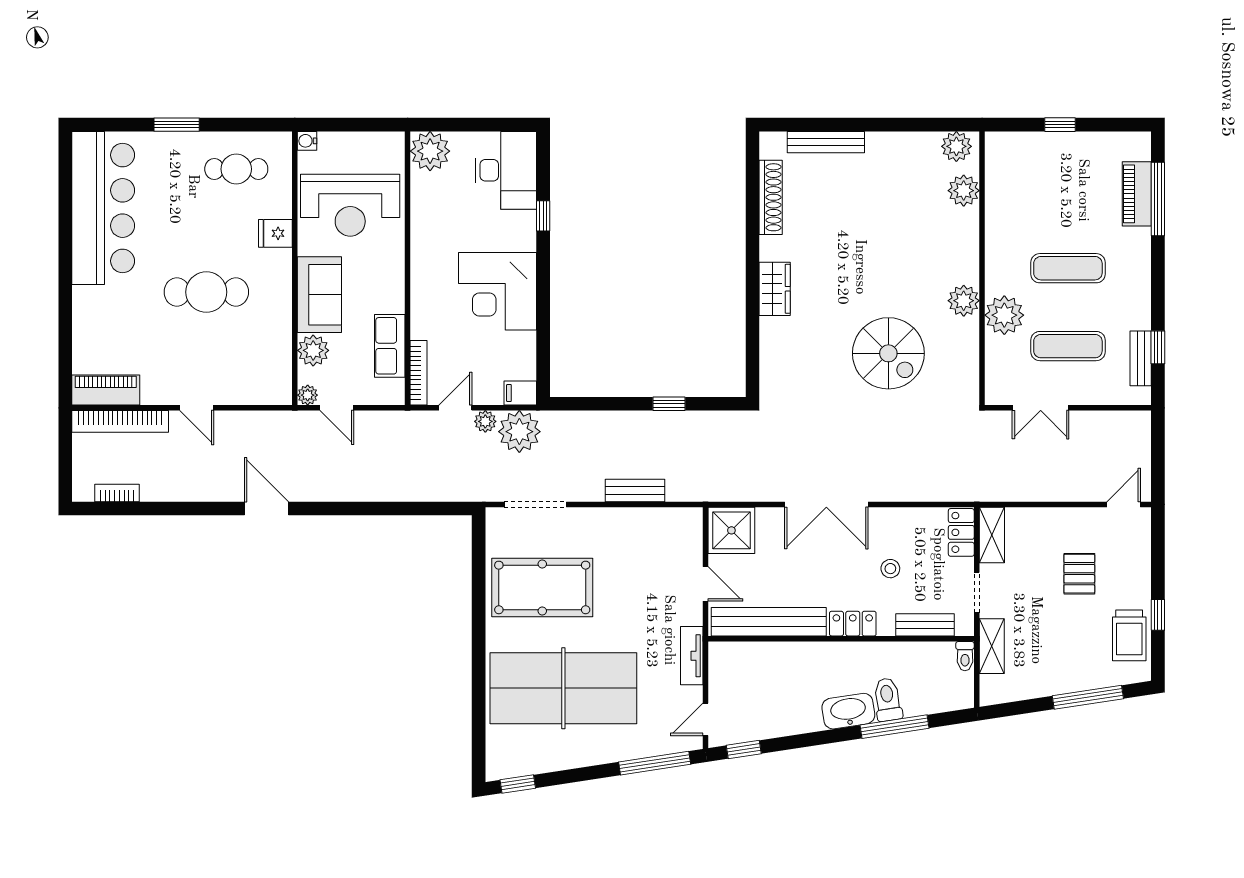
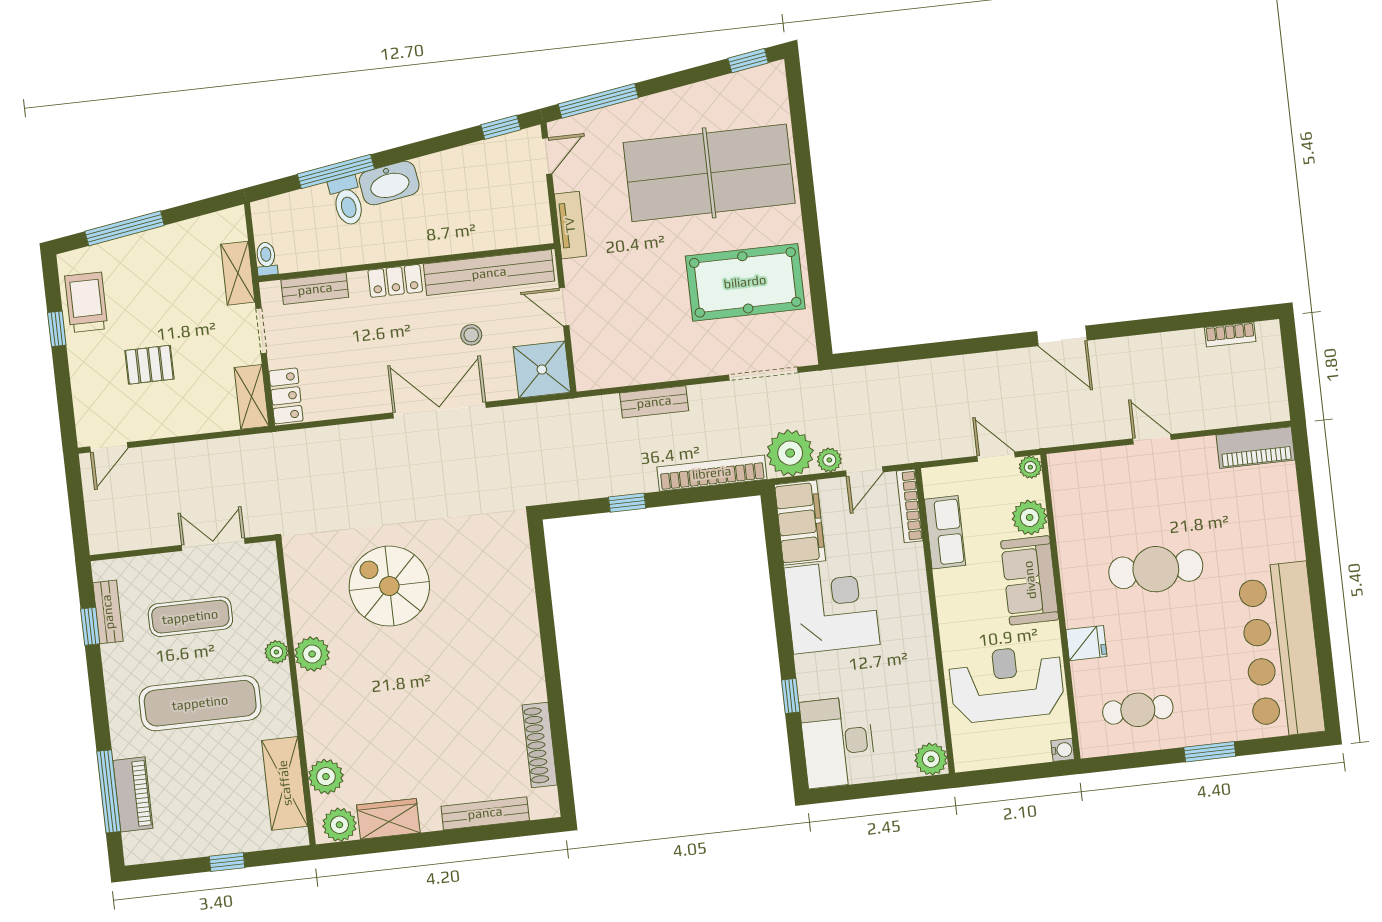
plant: (430, 151) -> (931, 759), width x0.73, depth x0.73
shelving: (1001, 189) -> (285, 783), added
exercise mat: (1068, 268) -> (200, 703), width x1.36, depth x1.45
wardrobe: (775, 289) -> (388, 819), moved, turned 90
plant: (1004, 315) -> (276, 652), width x0.53, depth x0.53
filing cabinet: (520, 393) -> (800, 523), width x3.00, depth x1.17
bookcase: (120, 421) -> (712, 473), moved
stool: (890, 569) -> (471, 335), moved
pallet: (1079, 574) -> (149, 365), turned 90

